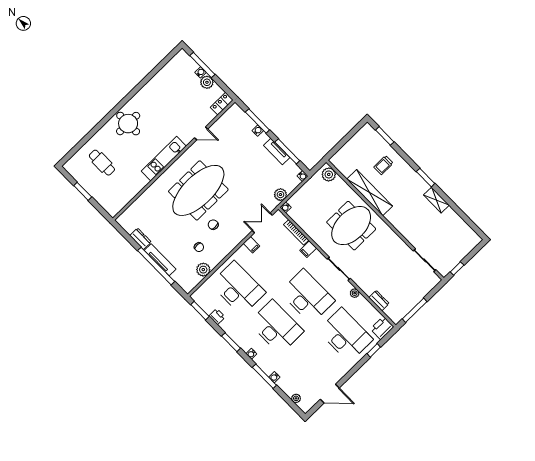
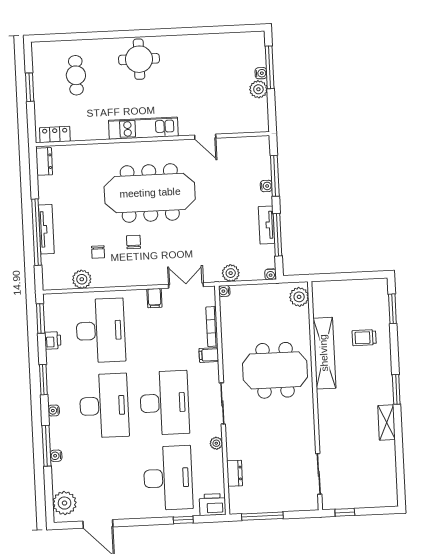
locker: (222, 104) -> (55, 134), moved
dresser: (141, 239) -> (44, 161), moved
plant: (296, 398) -> (65, 503), width x1.87, depth x1.87

